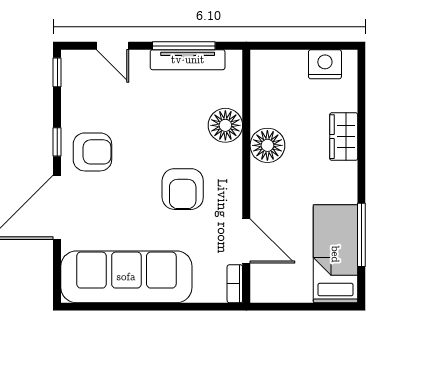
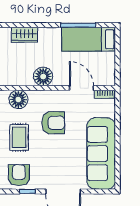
rug: (156, 127) -> (19, 137), added
floor lamp: (267, 145) -> (43, 76), moved
armchair: (92, 152) -> (19, 175), moved
door: (246, 241) -> (82, 88), hinge flipped

